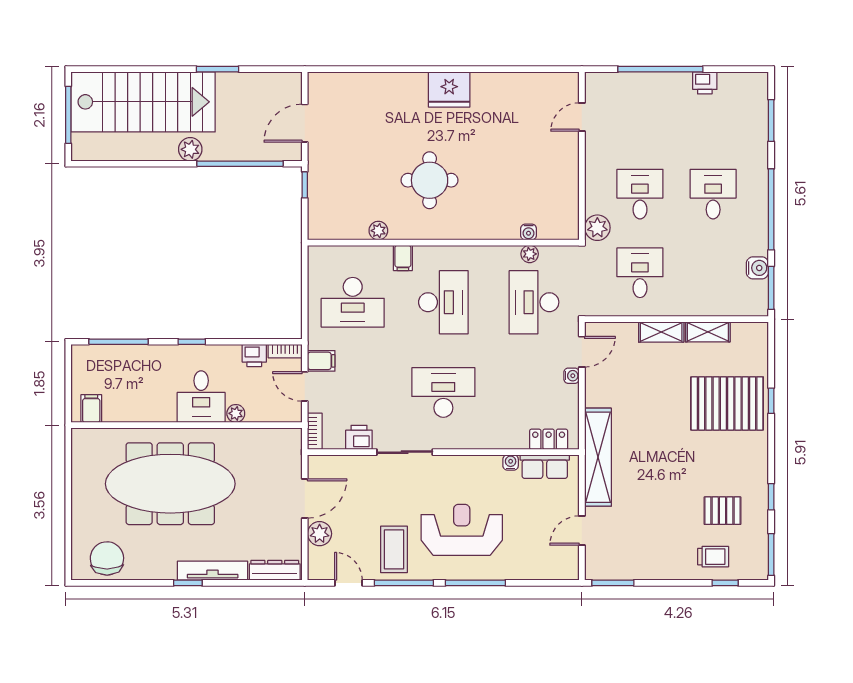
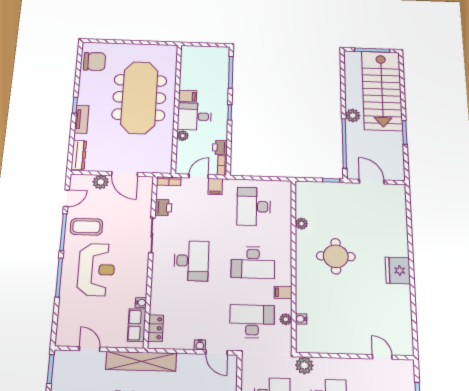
filing cabinet: (403, 258) -> (283, 292), moved
filing cabinet: (91, 409) -> (188, 96), moved
tv unit: (213, 571) -> (82, 119), width x0.71

